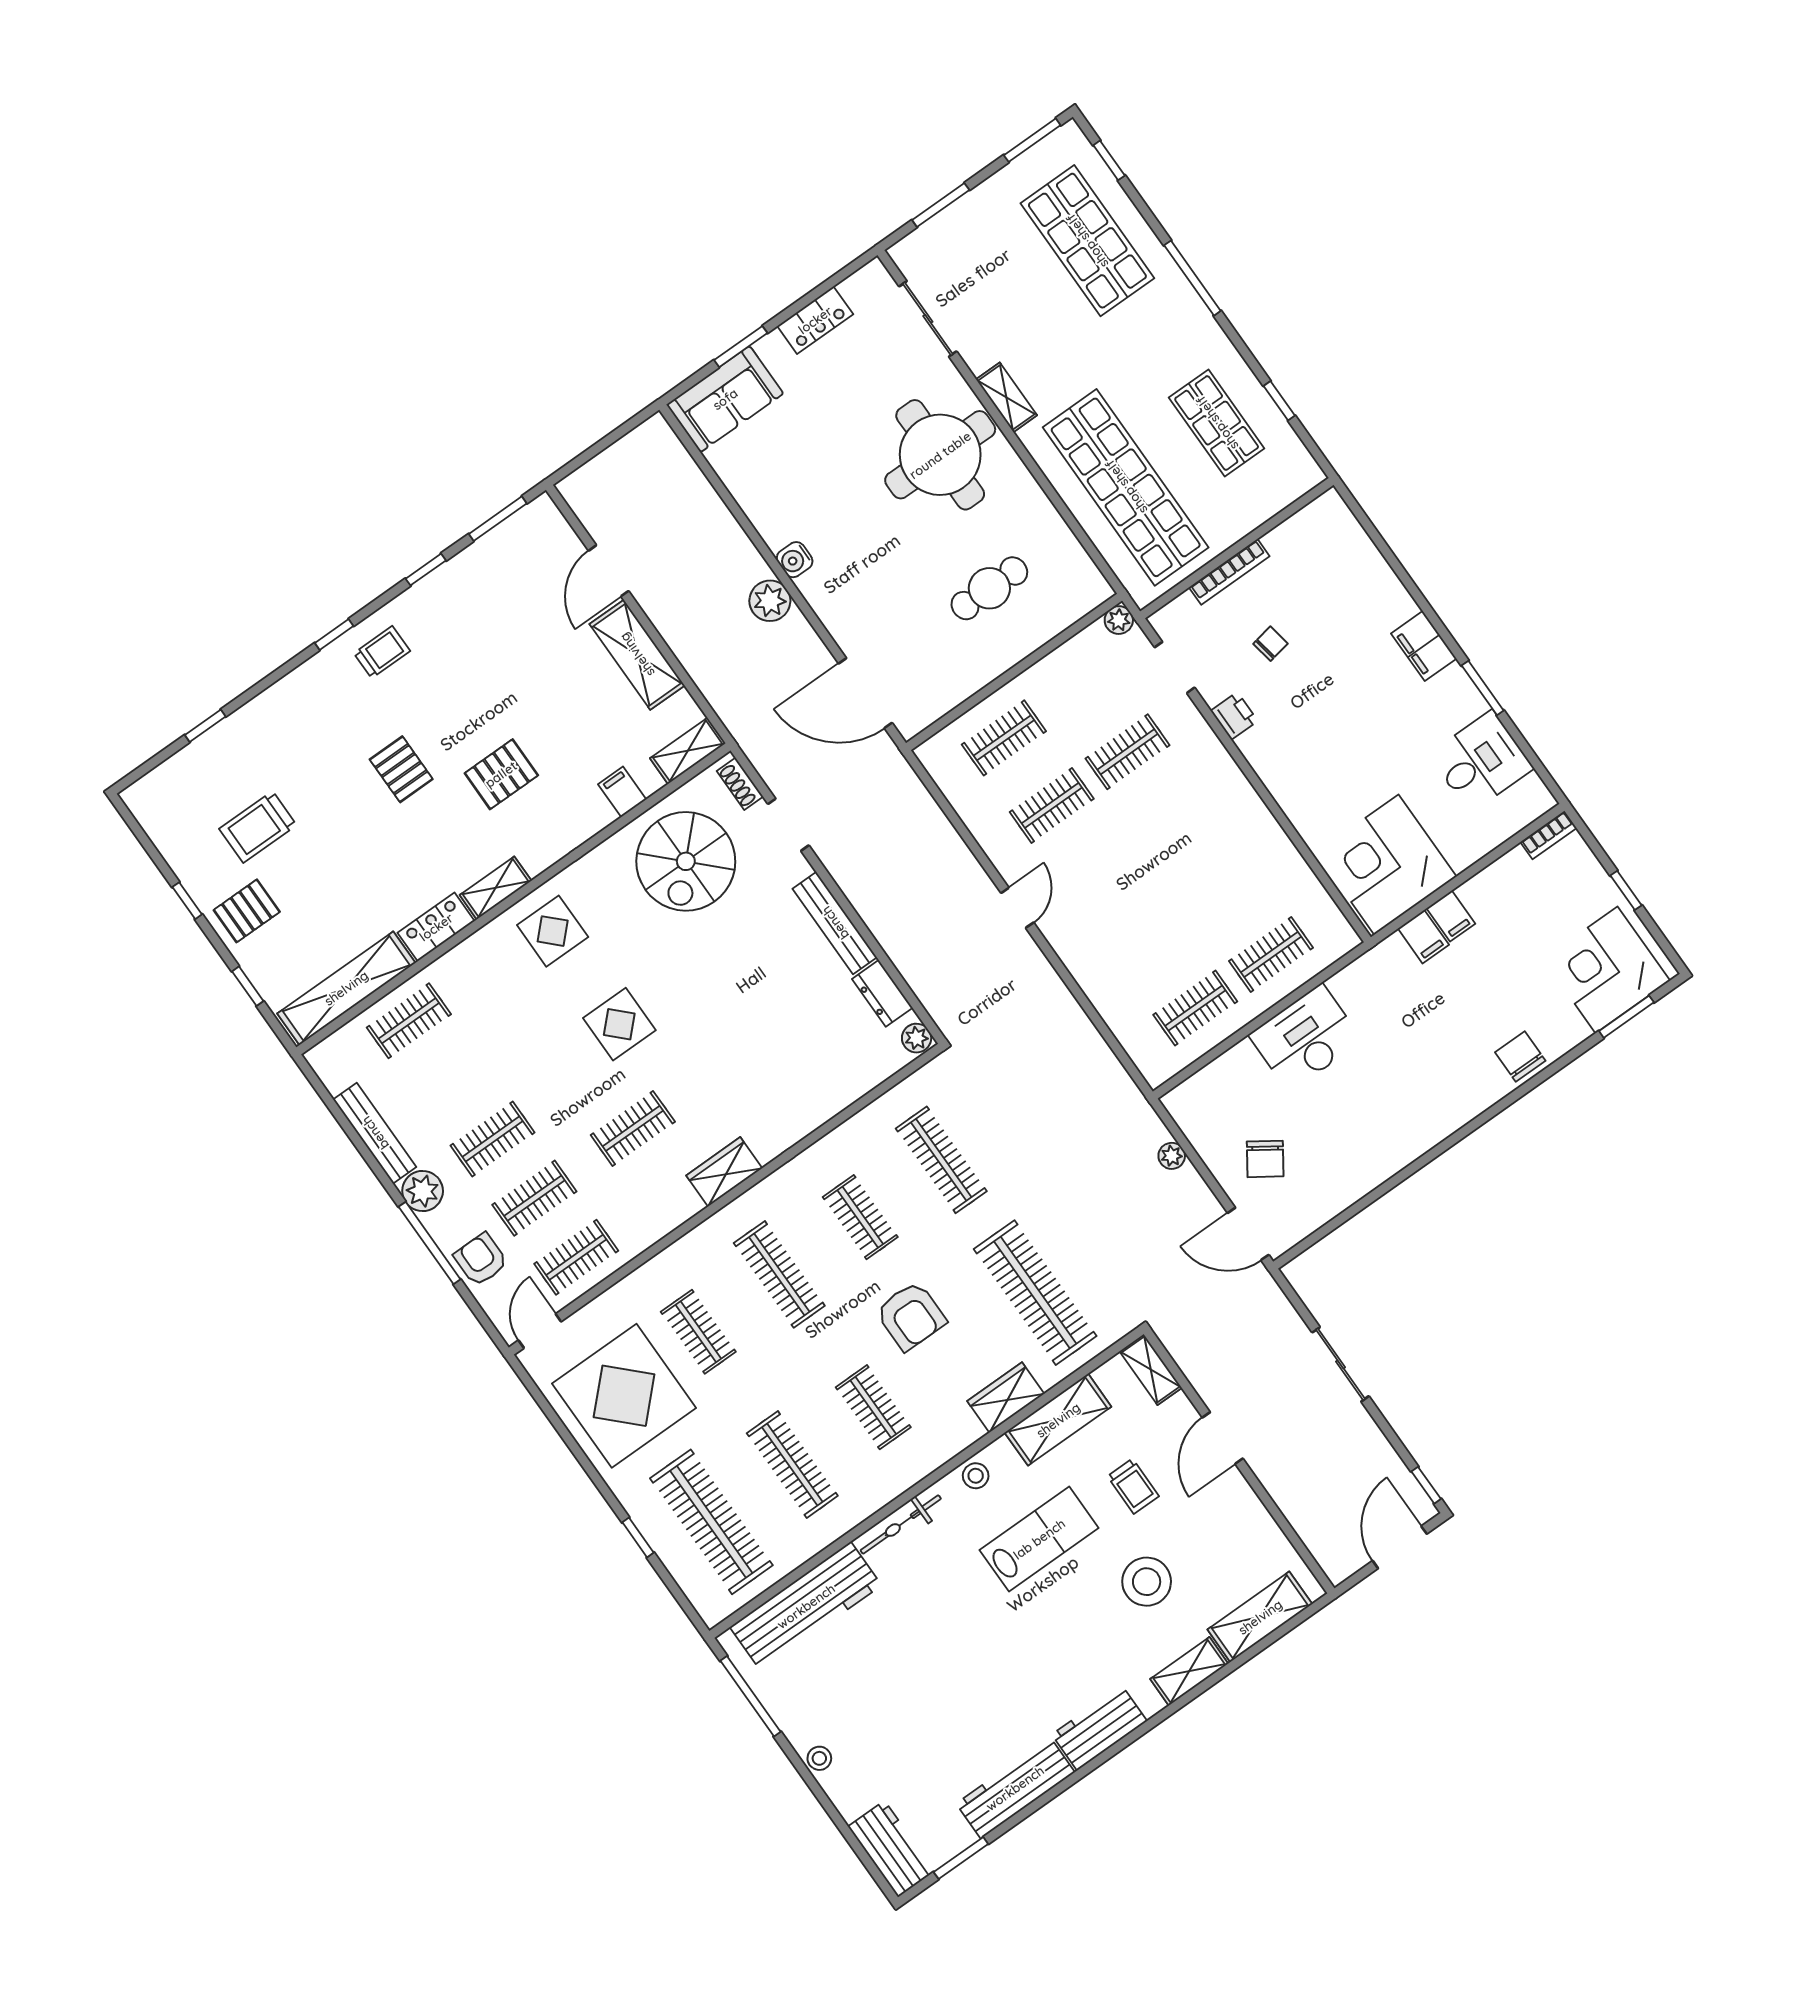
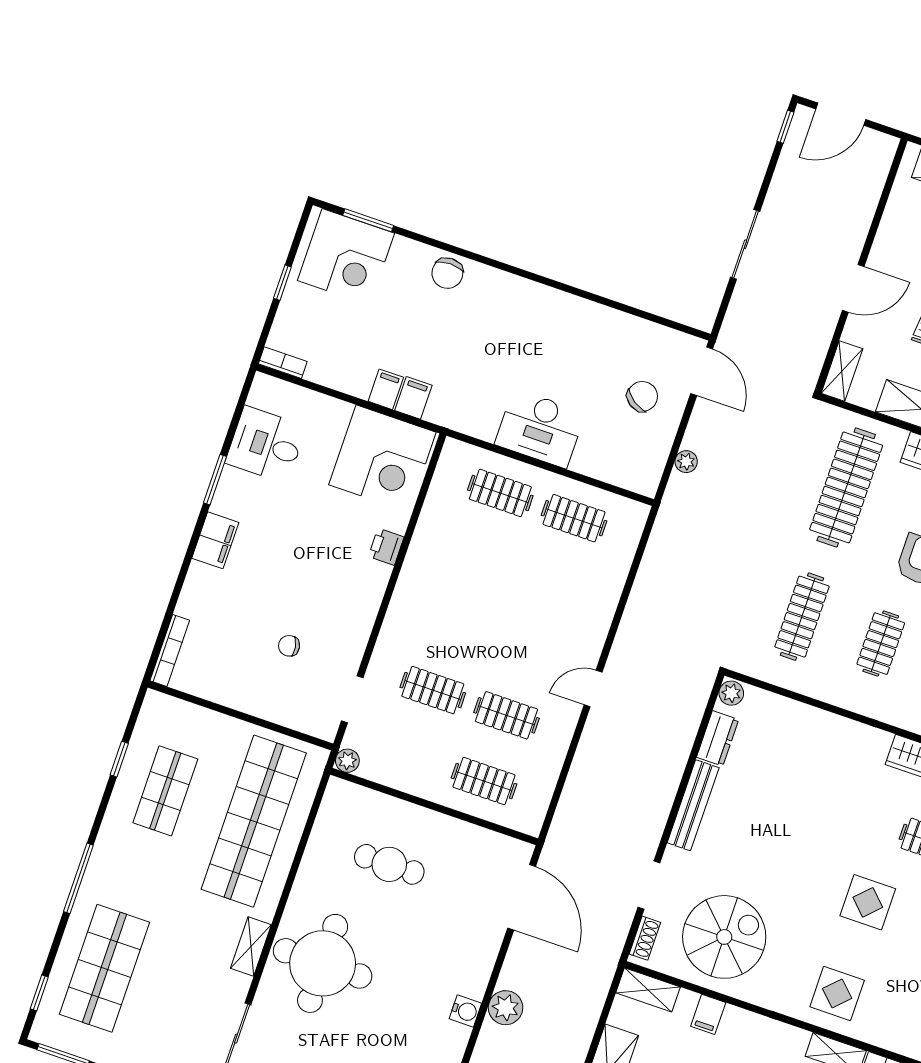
bookcase: (1229, 572) -> (170, 650), moved, turned 90
printer: (1234, 716) -> (386, 547), moved

